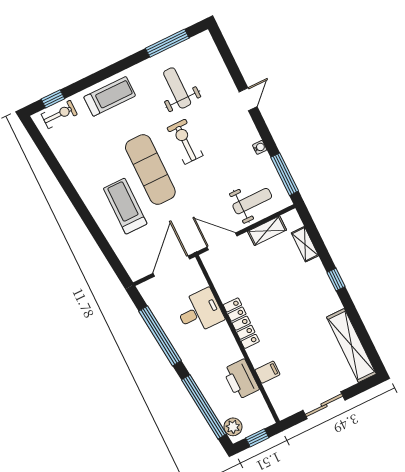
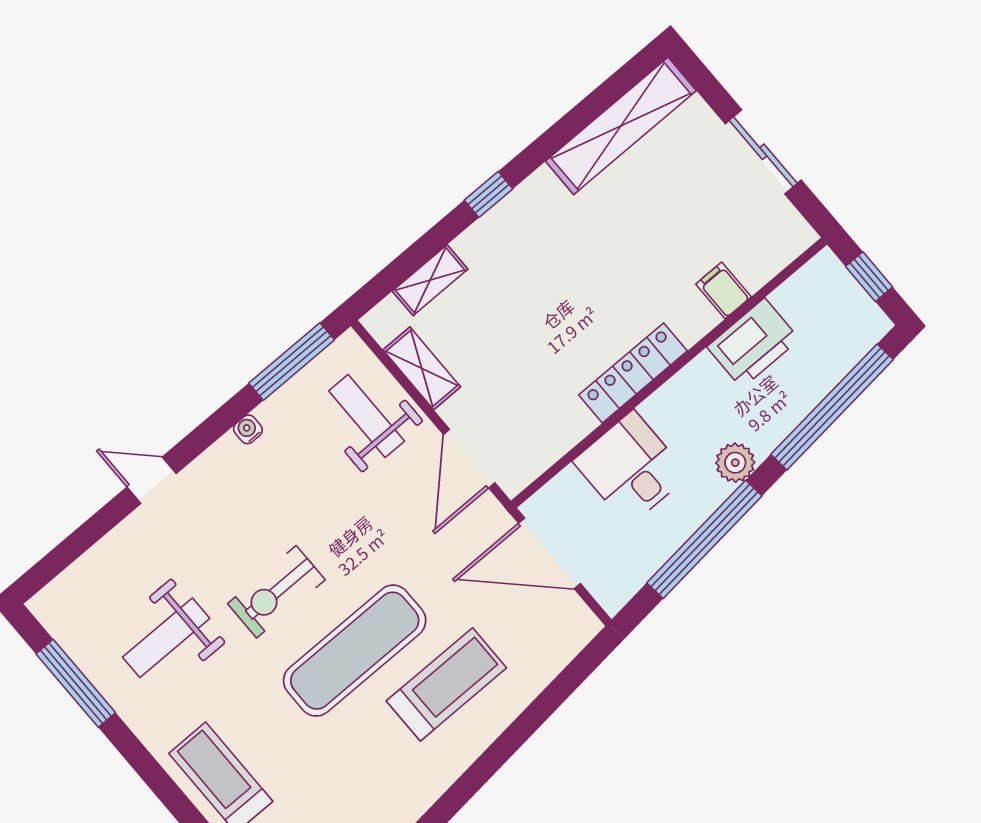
treadmill: (125, 206) -> (446, 684), turned 180
plant: (233, 427) -> (735, 463), moved

